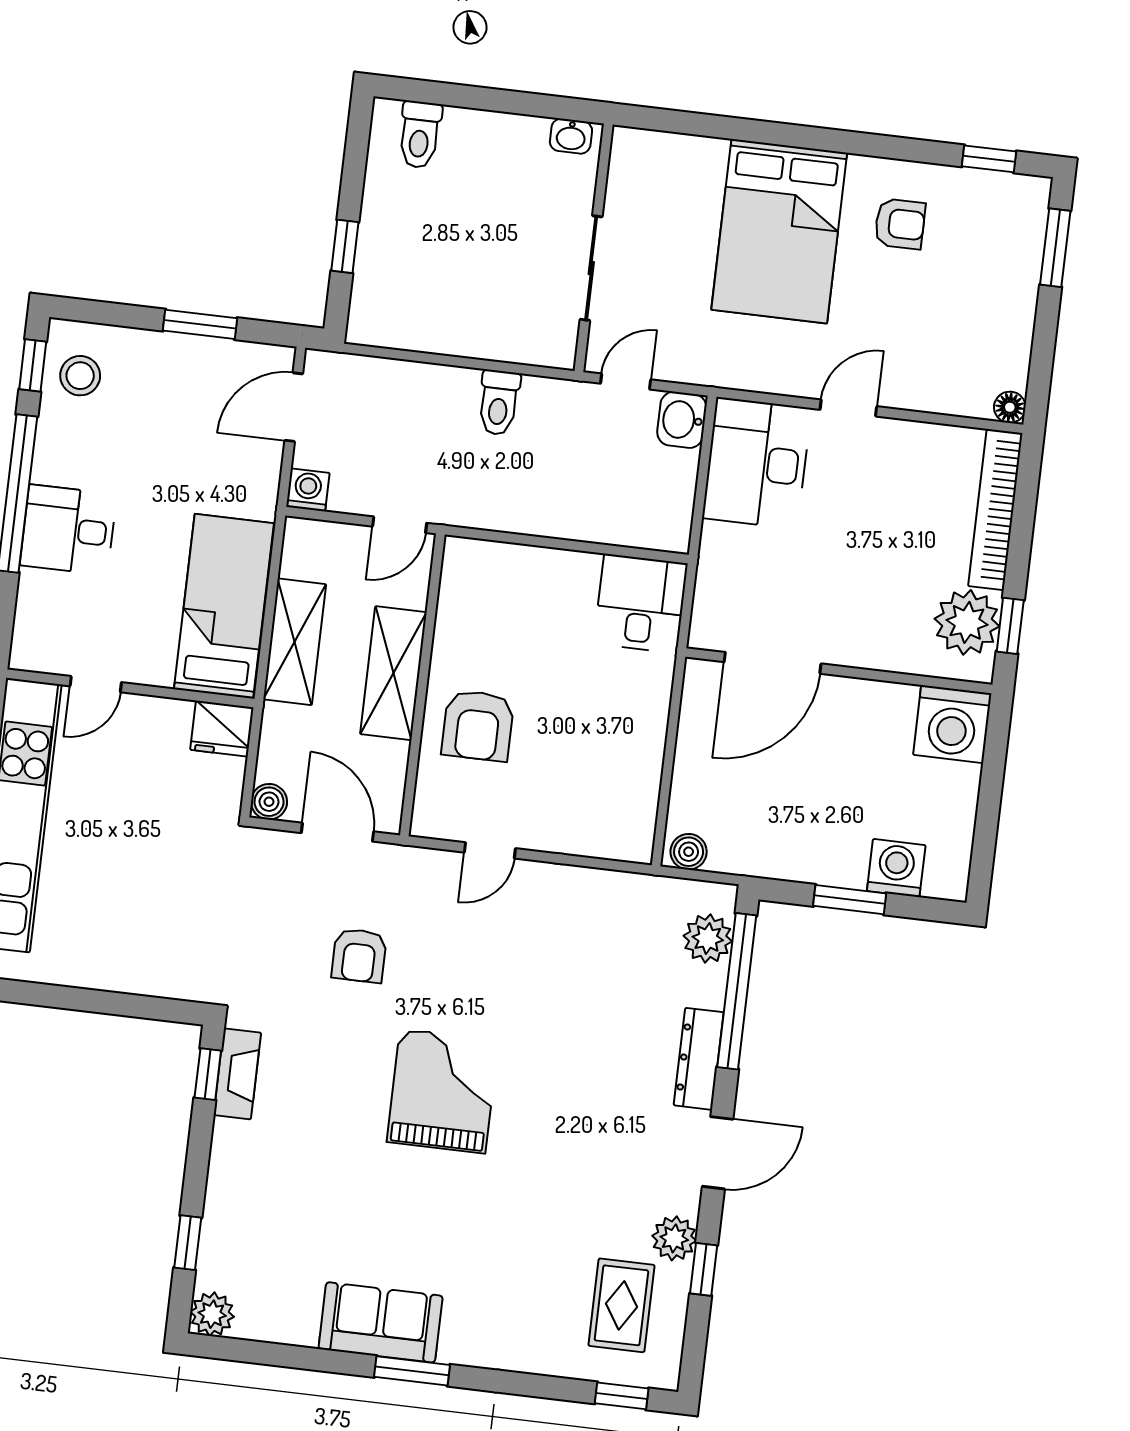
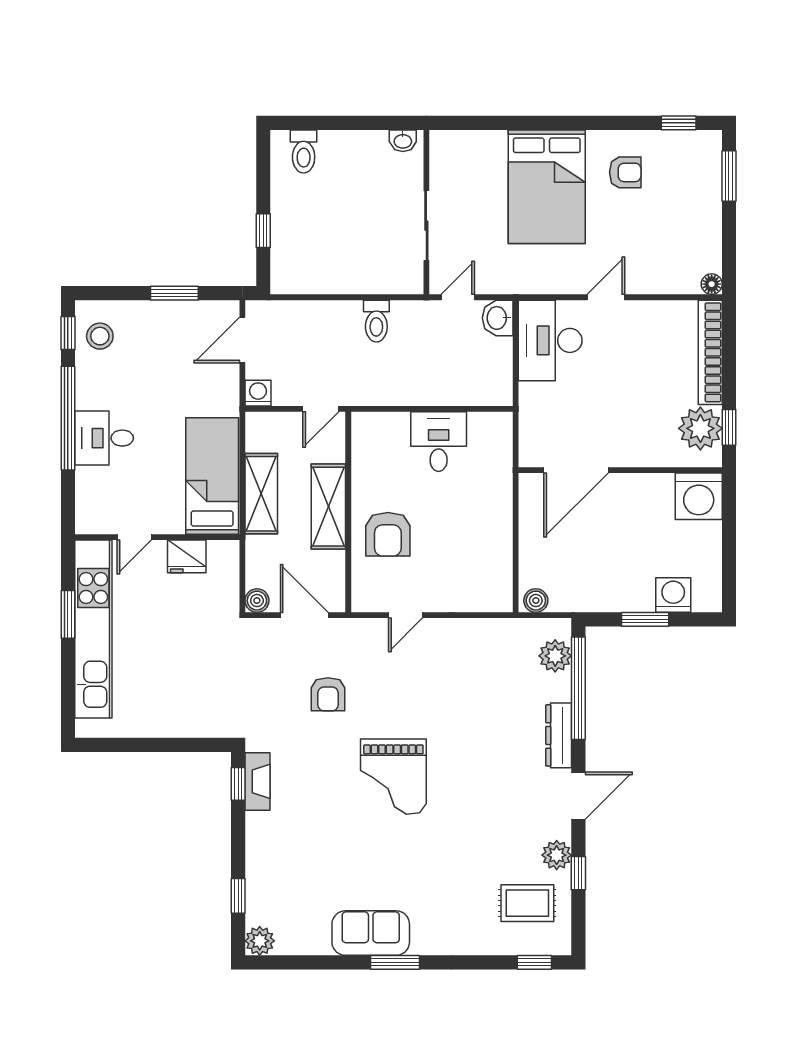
desk: (641, 603) -> (439, 442), moved
fridge: (222, 729) -> (187, 556), moved
grand piano: (443, 1091) -> (393, 777), turned 180
rug: (621, 1305) -> (527, 903), turned 90

